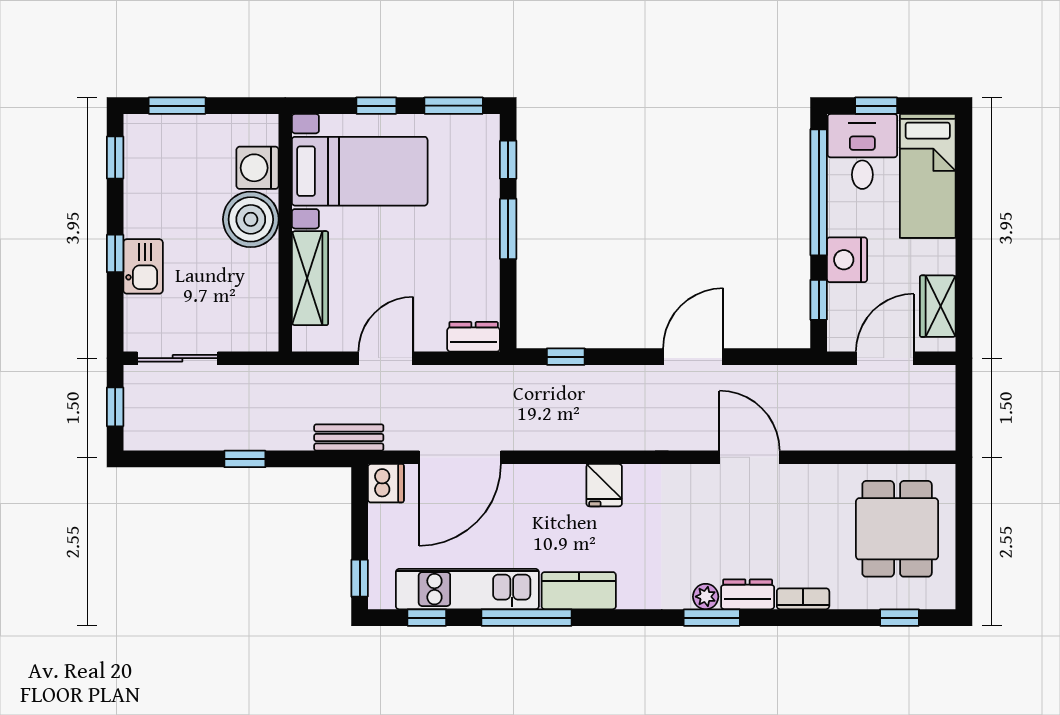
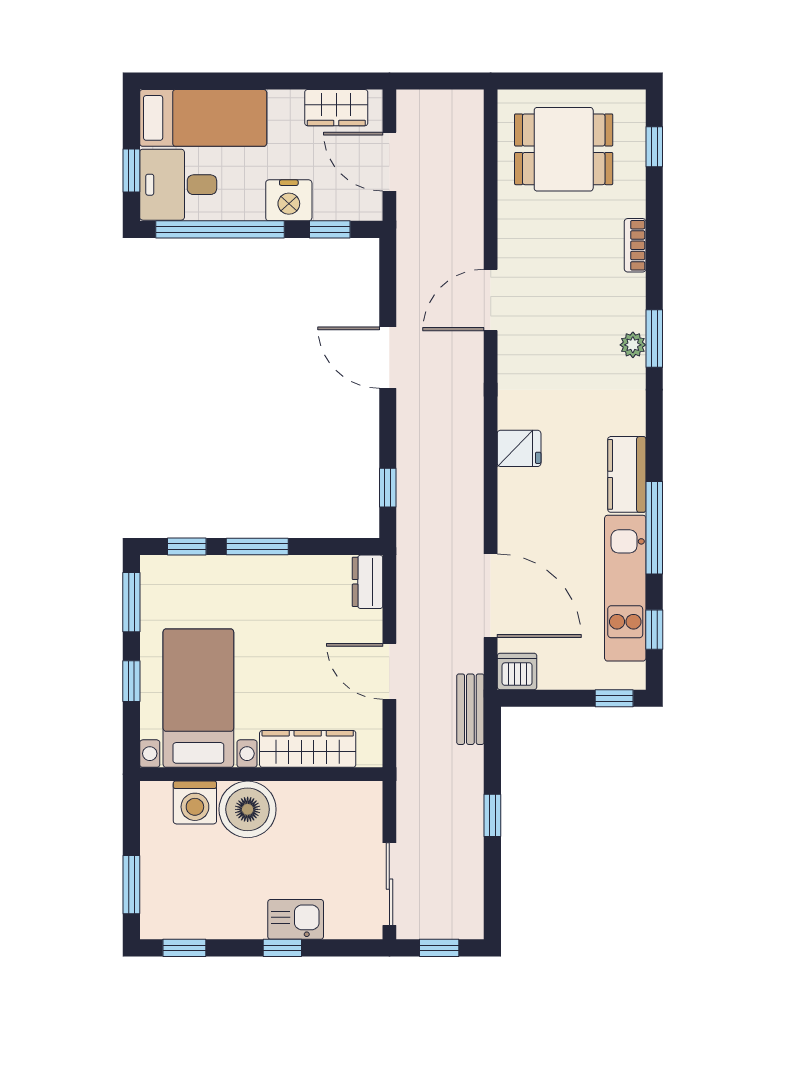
dresser: (748, 594) -> (631, 302), removed

